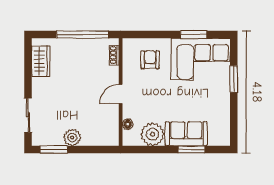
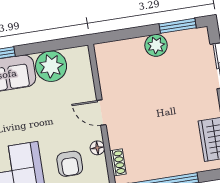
door: (121, 94) -> (101, 113), swing flipped
floor lamp: (128, 124) -> (97, 148), moved

